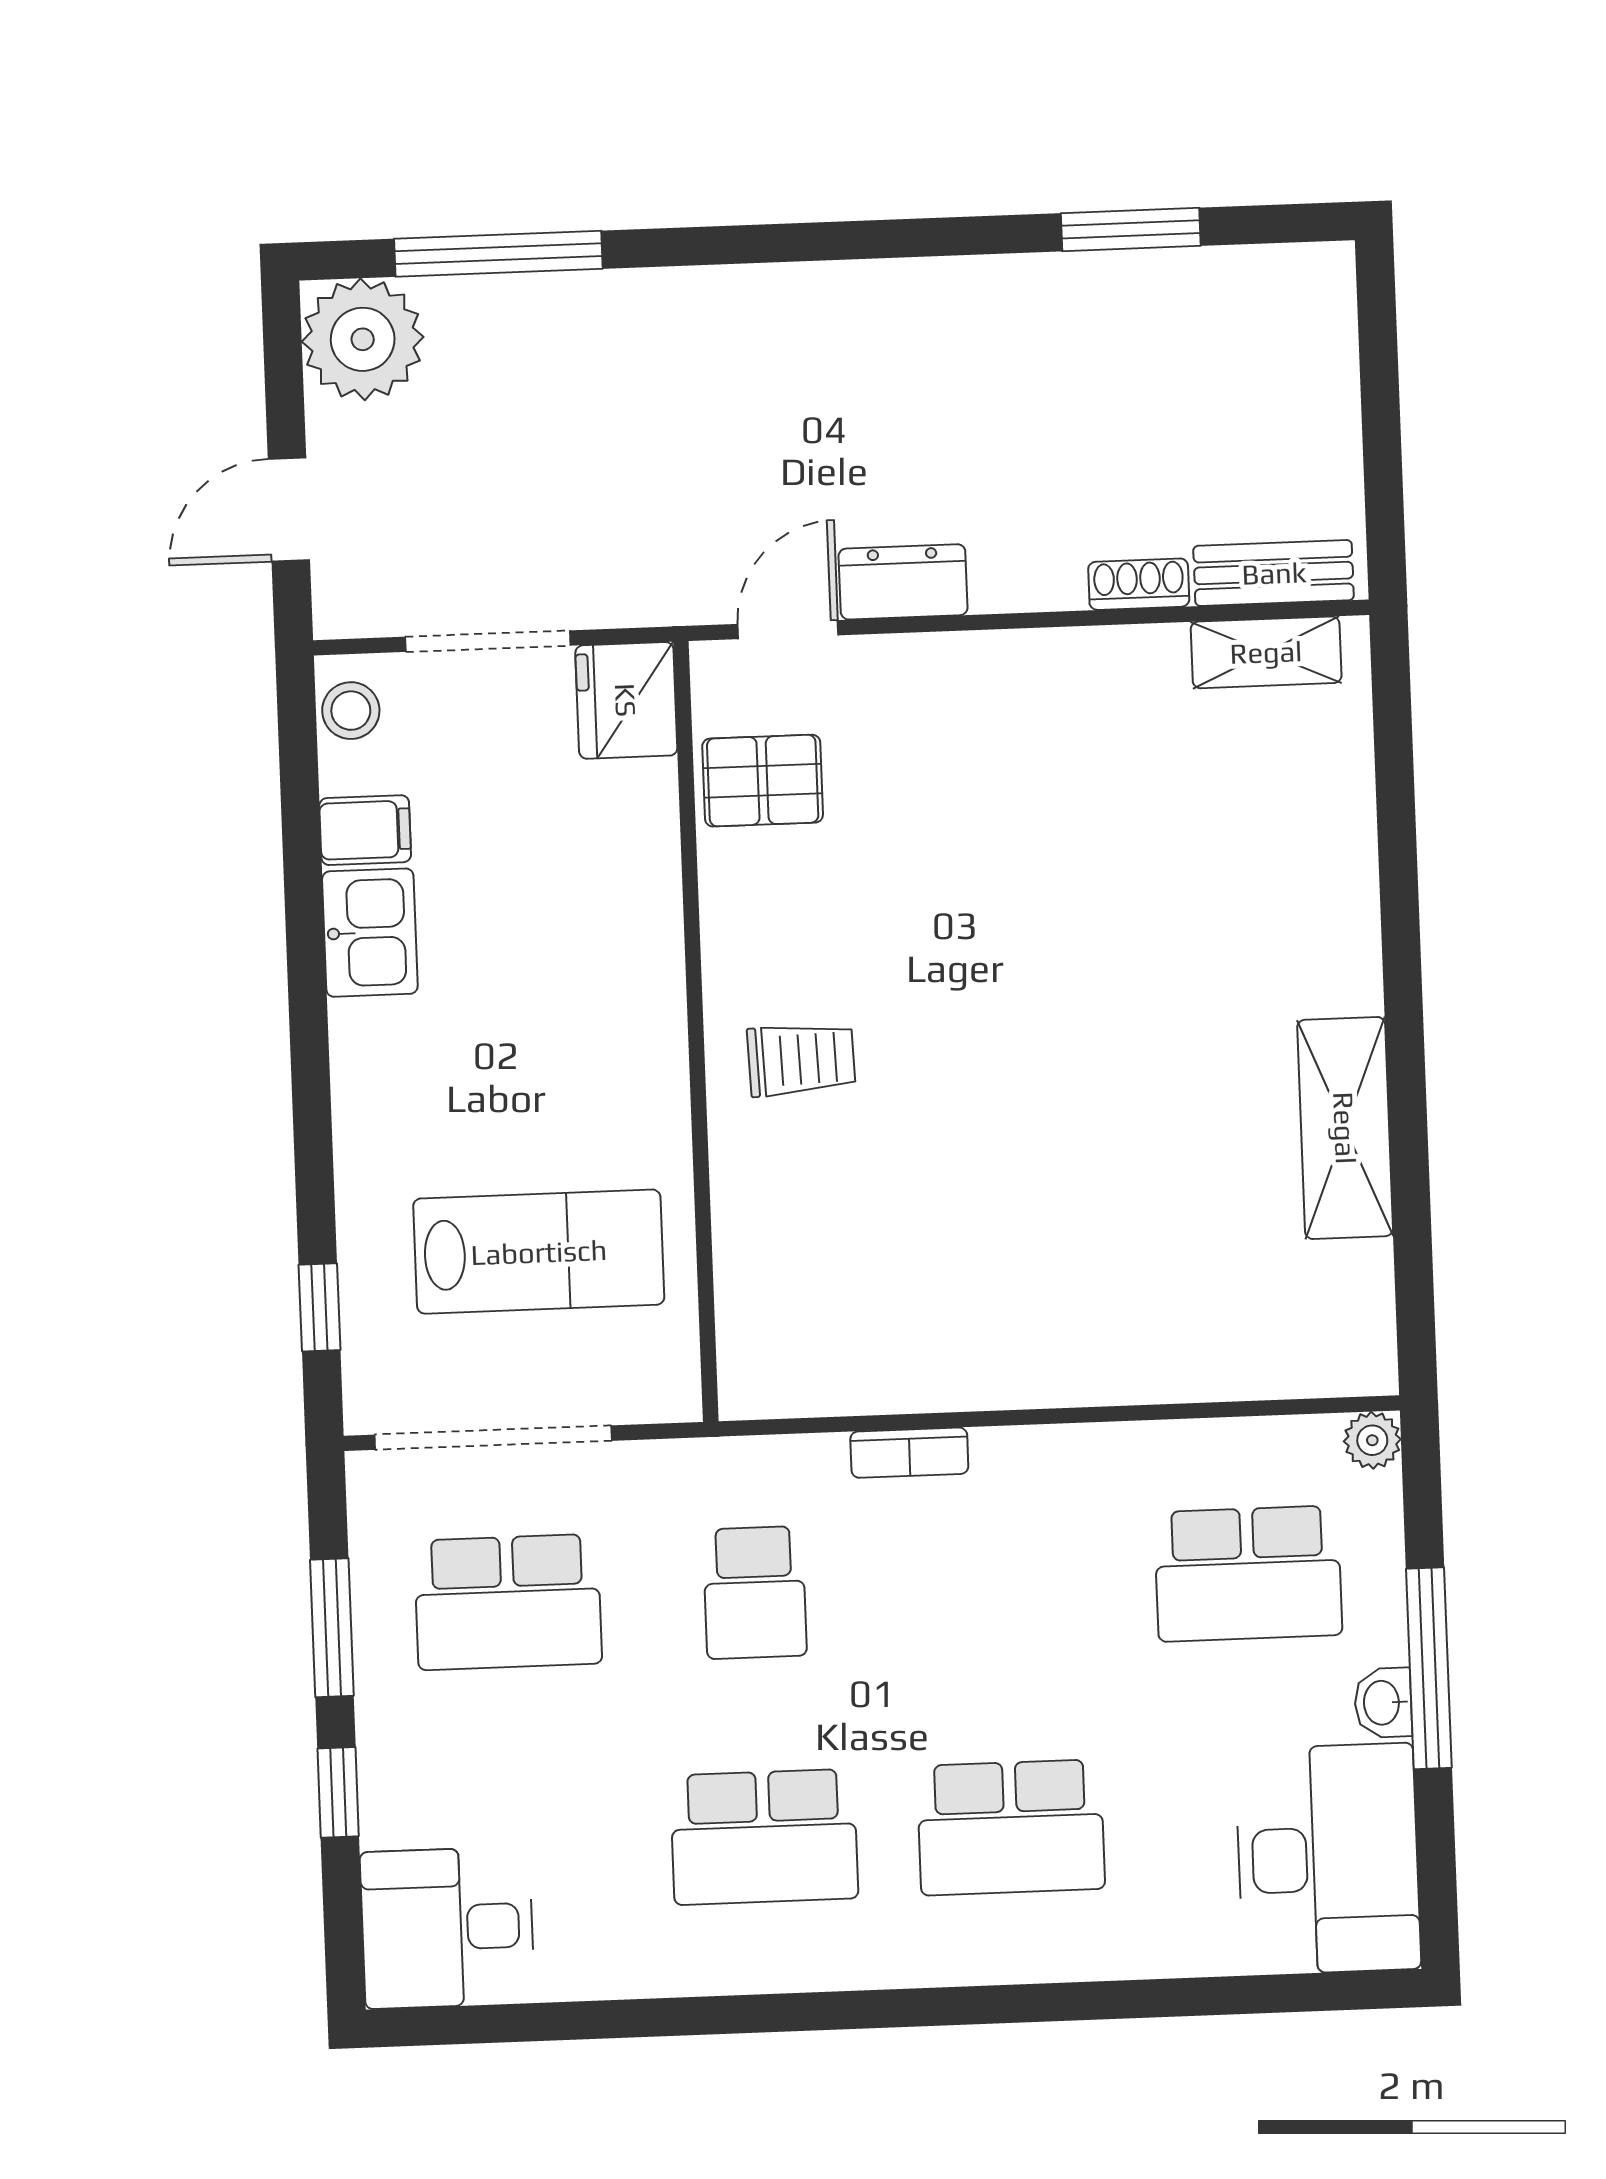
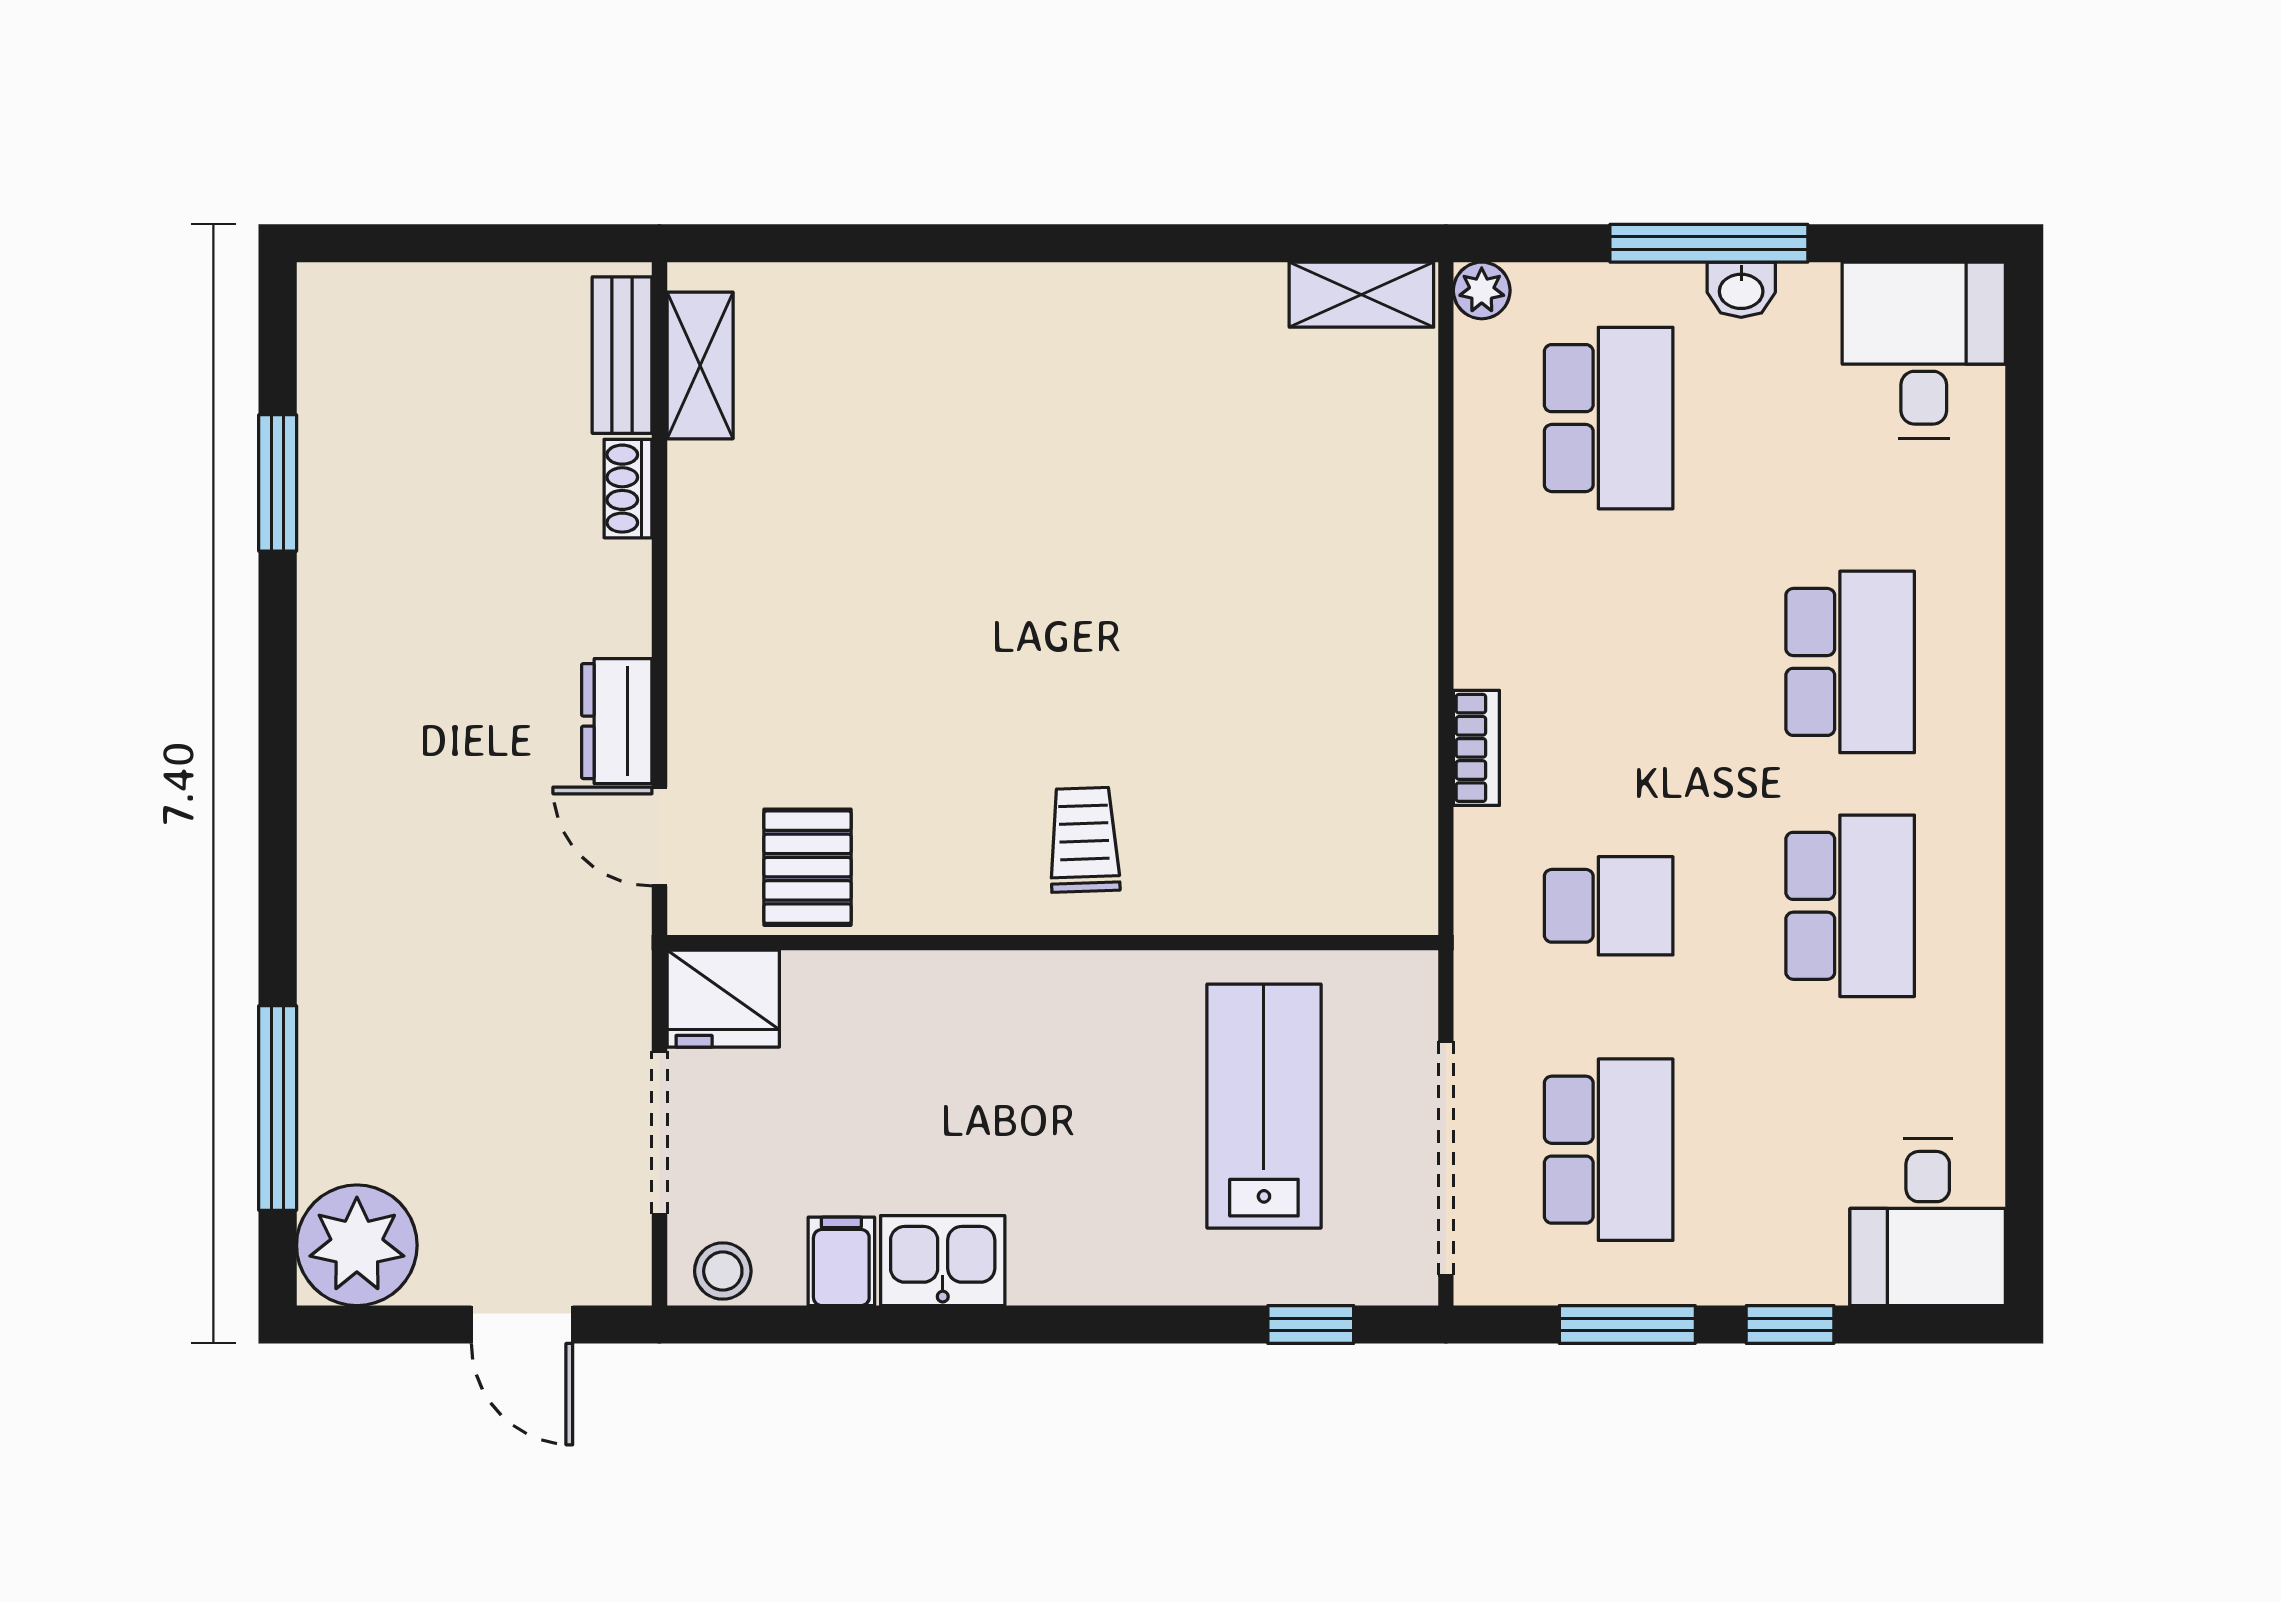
shelving: (1345, 1128) -> (1361, 295), moved, width x0.67, depth x0.75
desk: (1328, 1859) -> (1924, 350), width x0.73

